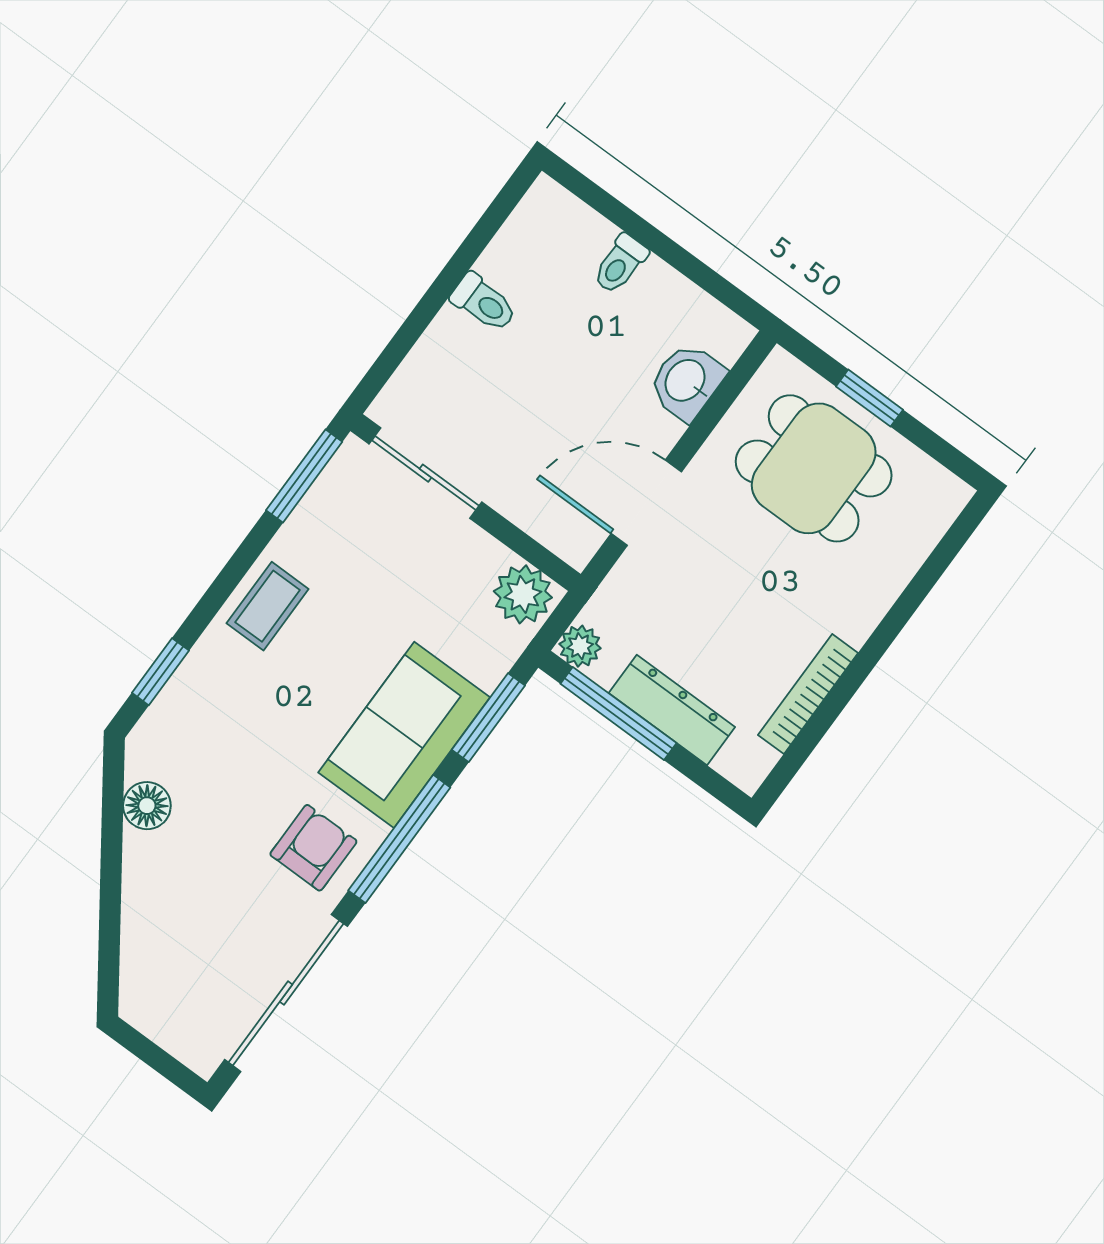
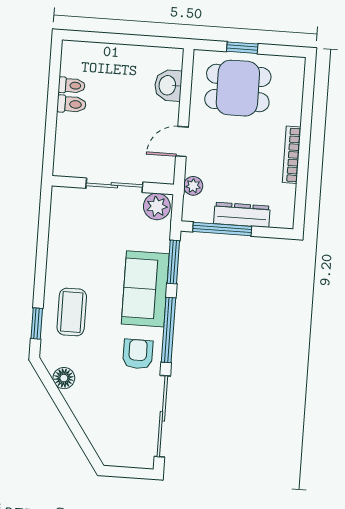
toilet: (620, 264) -> (72, 85), moved, turned -90
sliding door: (425, 473) -> (114, 185), moved
window: (304, 476) -> (45, 214), removed
door: (646, 503) -> (182, 142), width x0.73
coffee table: (268, 606) -> (72, 312), moved, width x1.36, depth x1.30
plant: (580, 646) -> (193, 186), moved
bookcase: (808, 694) -> (292, 155), moved

